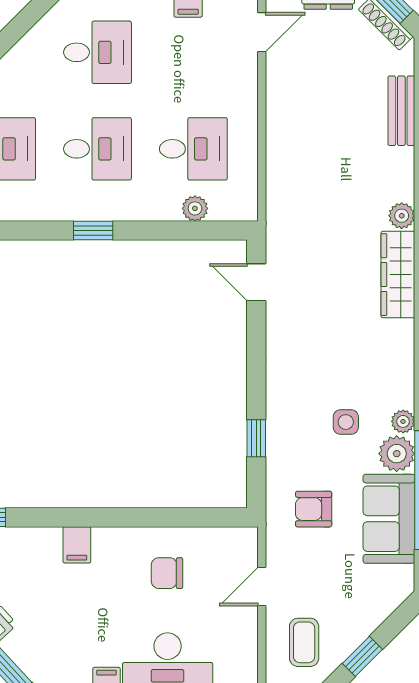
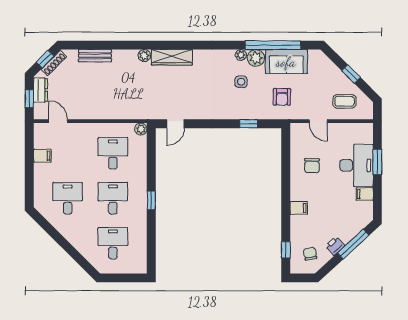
plant: (195, 208) -> (141, 129), moved

